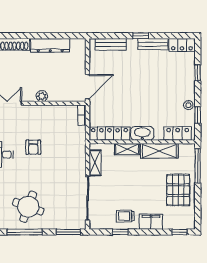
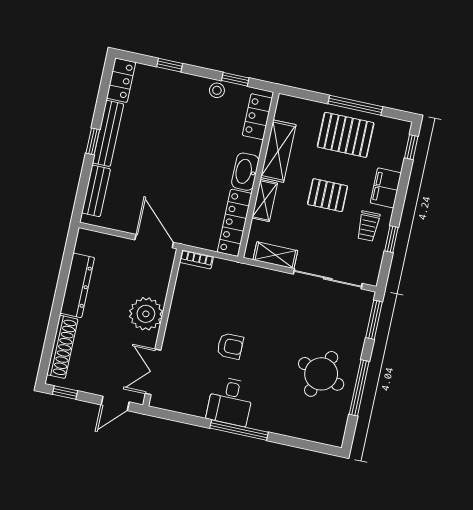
bench: (153, 44) -> (108, 133), width x1.36
plant: (42, 96) -> (146, 314), width x1.87, depth x1.87
window: (198, 166) -> (355, 105), moved
pallet: (139, 187) -> (328, 195), added

